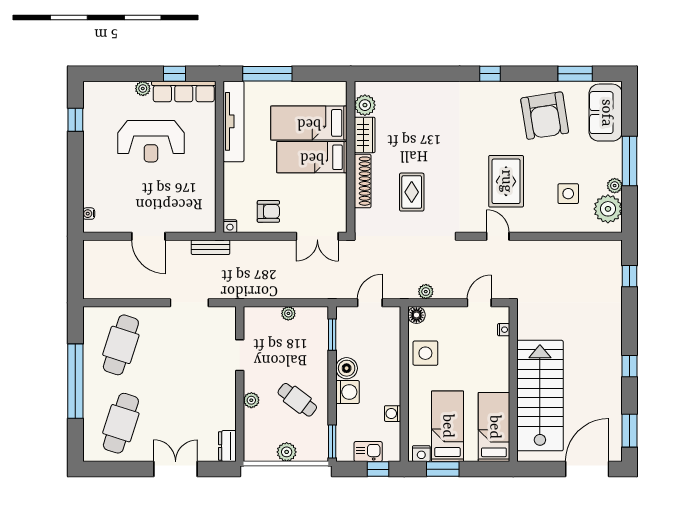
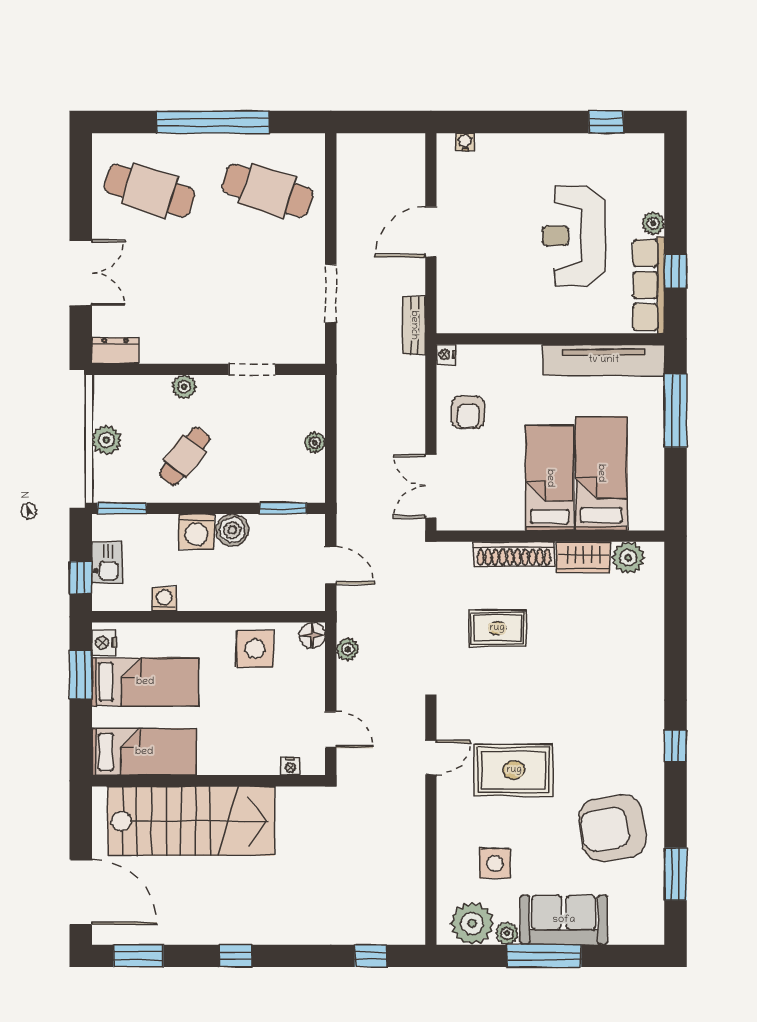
sofa: (606, 113) -> (564, 920), moved

